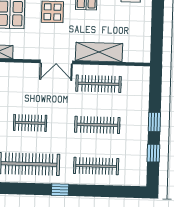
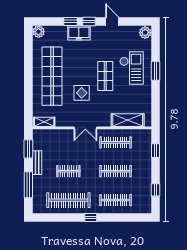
shelving: (99, 52) -> (128, 120), moved
window: (154, 122) -> (155, 151), moved

